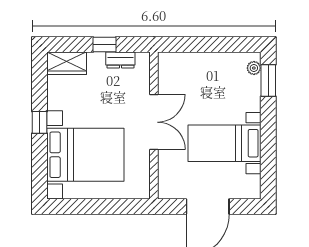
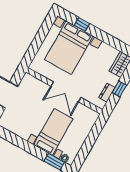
window: (40, 122) -> (82, 25), moved
bed with nightstands: (224, 143) -> (53, 132), moved

